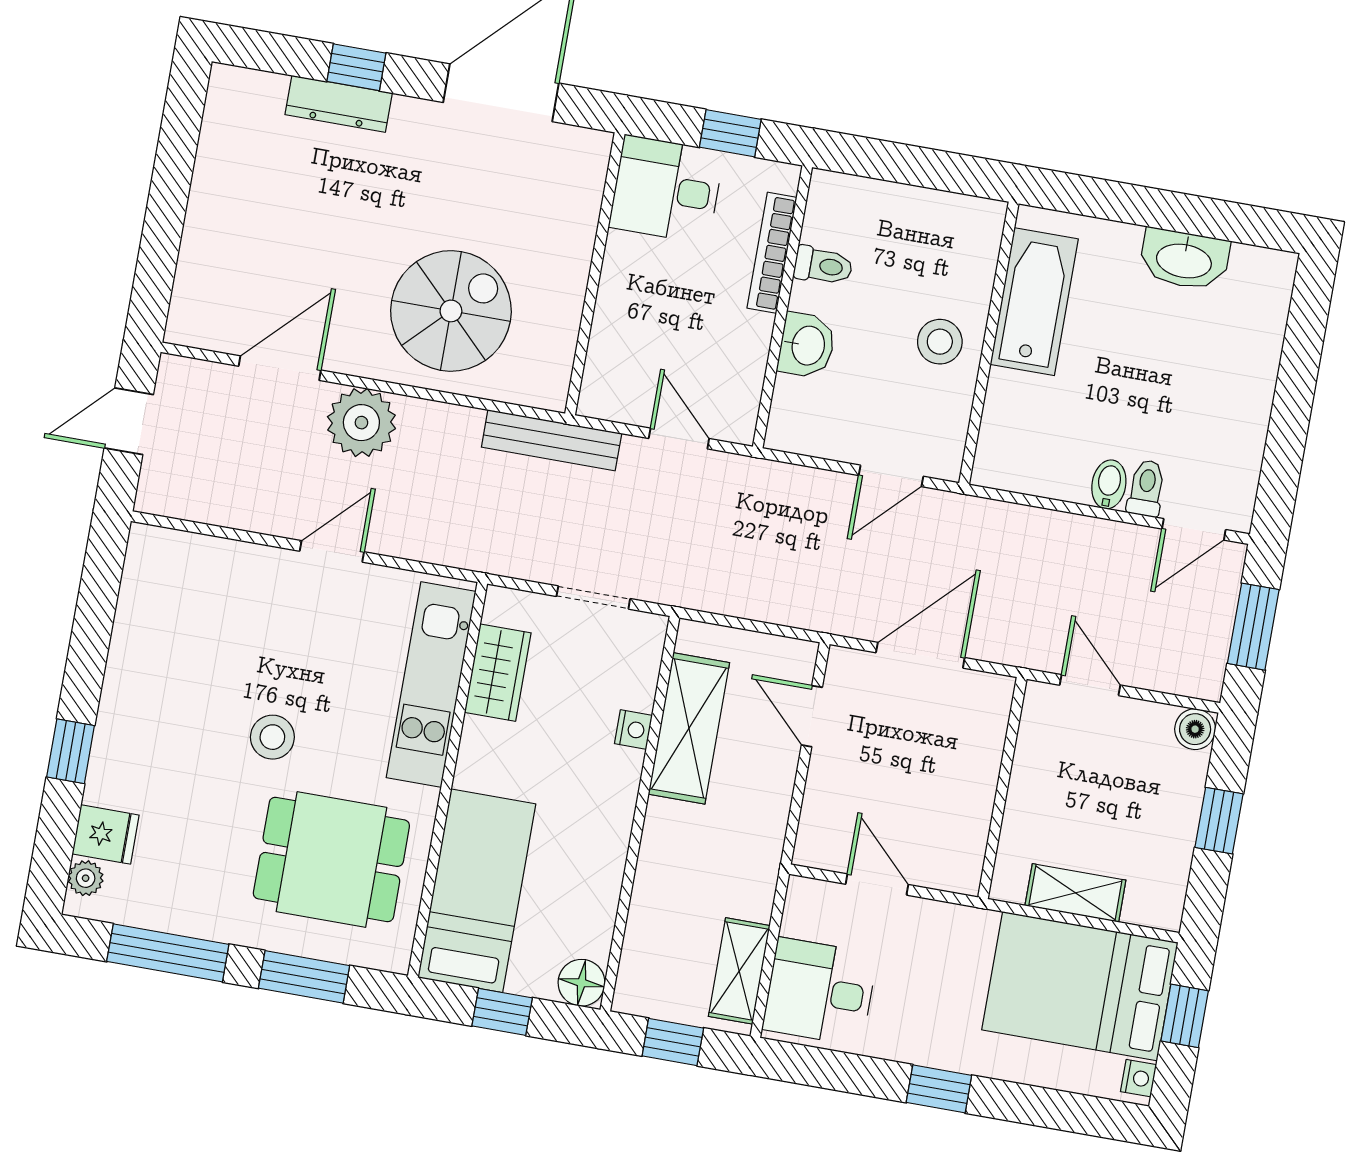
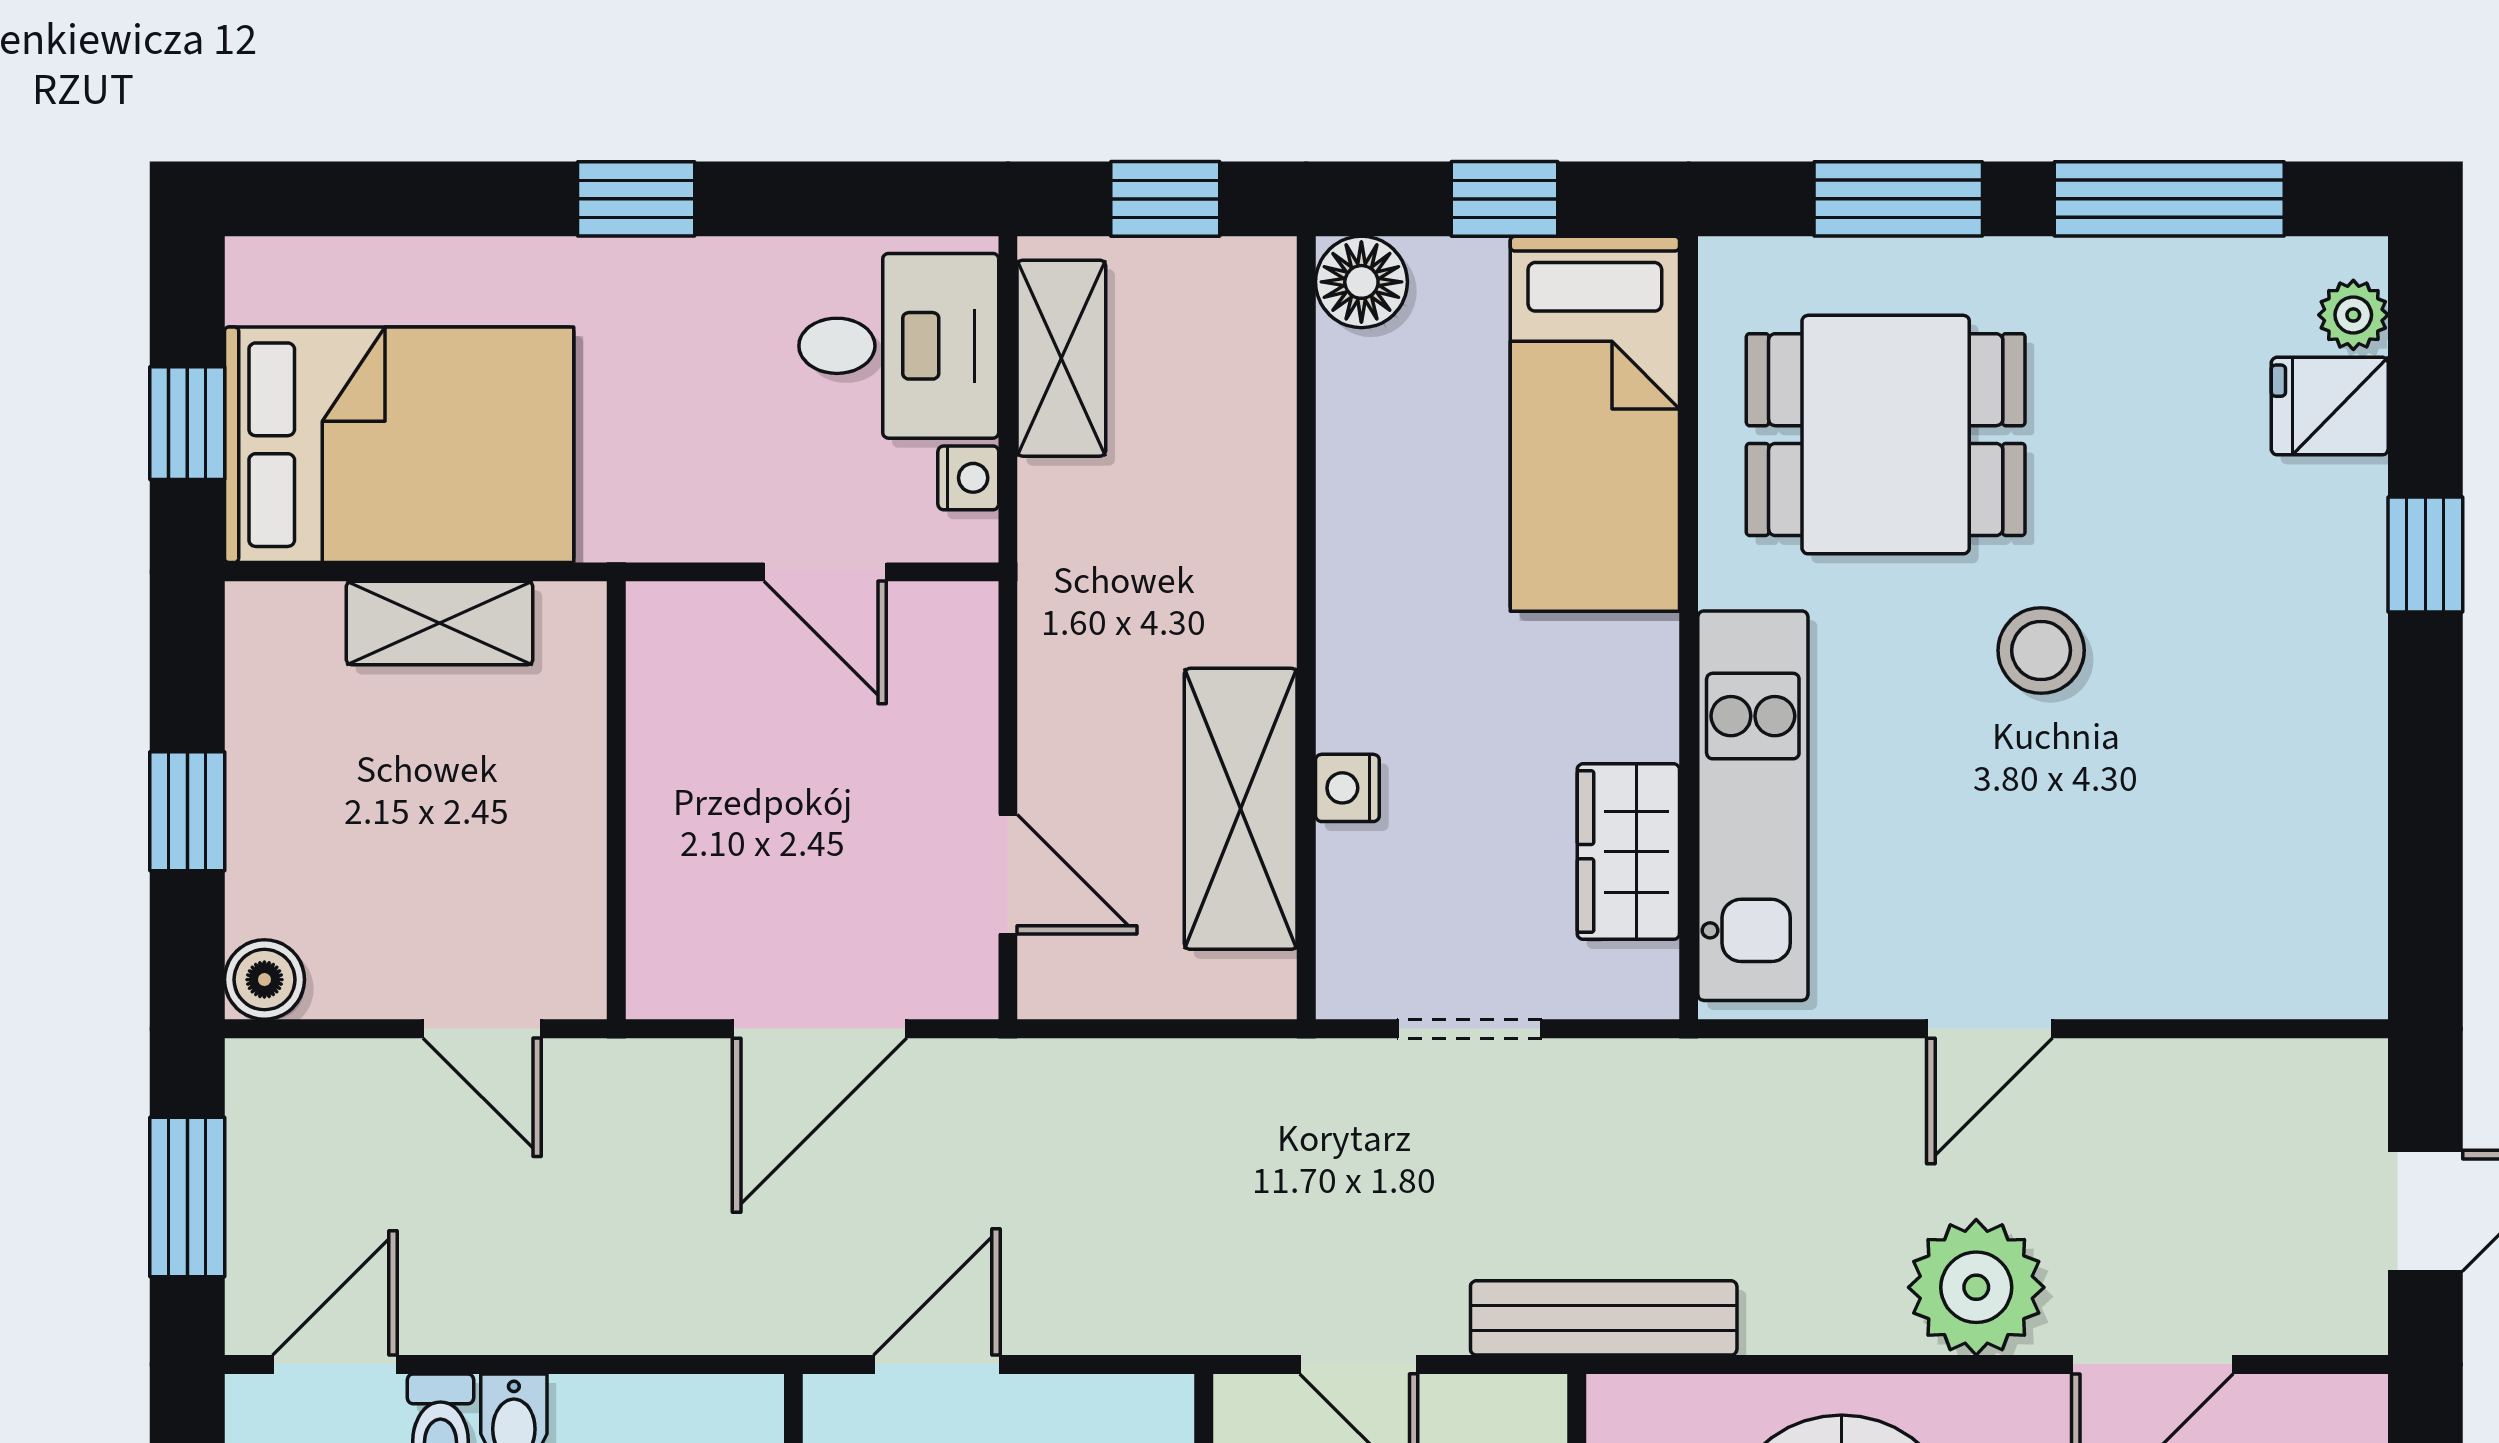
nightstand: (1139, 1078) -> (968, 478), moved, turned 180

